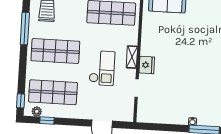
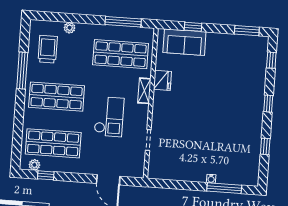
shelving: (132, 57) -> (144, 91), moved
fridge: (147, 65) -> (162, 80), moved
window: (21, 101) -> (16, 153), removed

